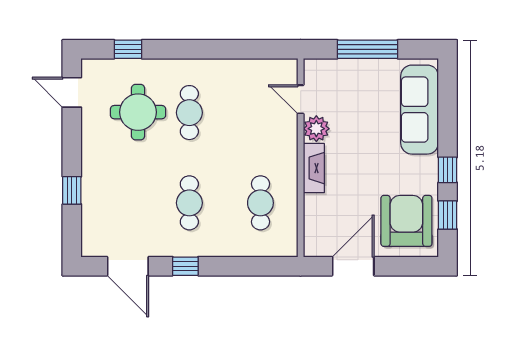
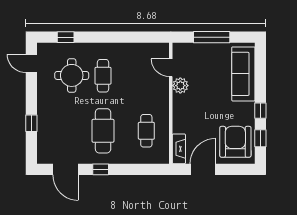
fireplace: (314, 168) -> (179, 149), moved
cafe table: (189, 203) -> (103, 131), width x1.37, depth x1.35

